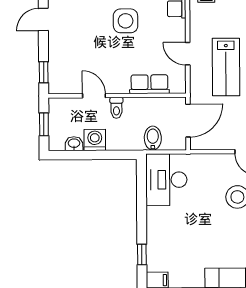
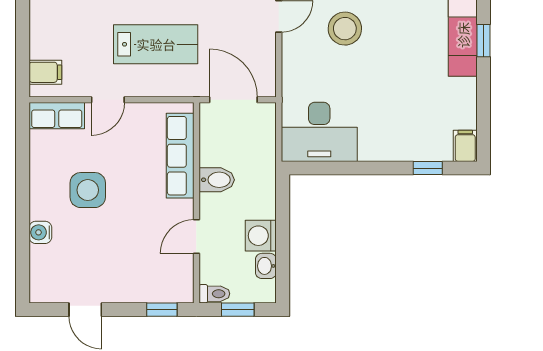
door: (188, 54) -> (108, 100), moved
row of seats: (149, 84) -> (180, 156), width x1.48
toilet: (116, 108) -> (214, 294), moved
bidet: (153, 138) -> (217, 180), moved, turned 180

